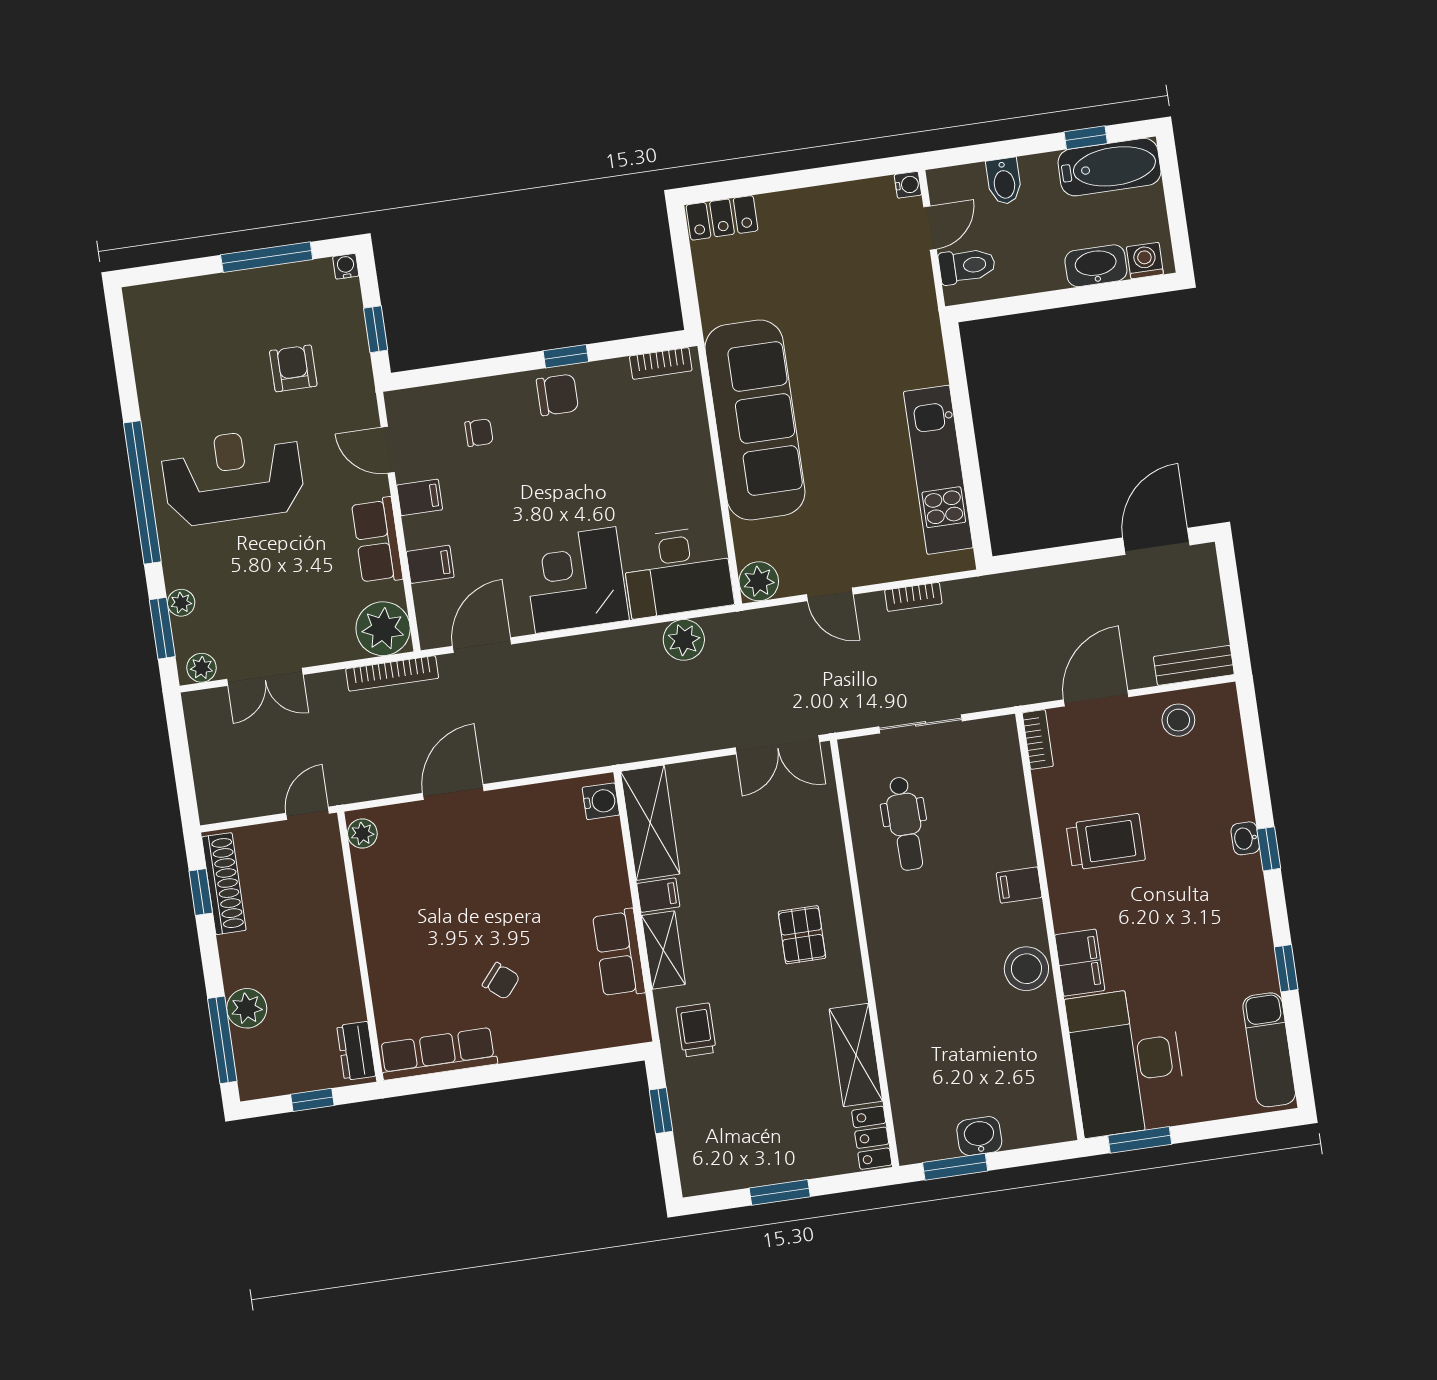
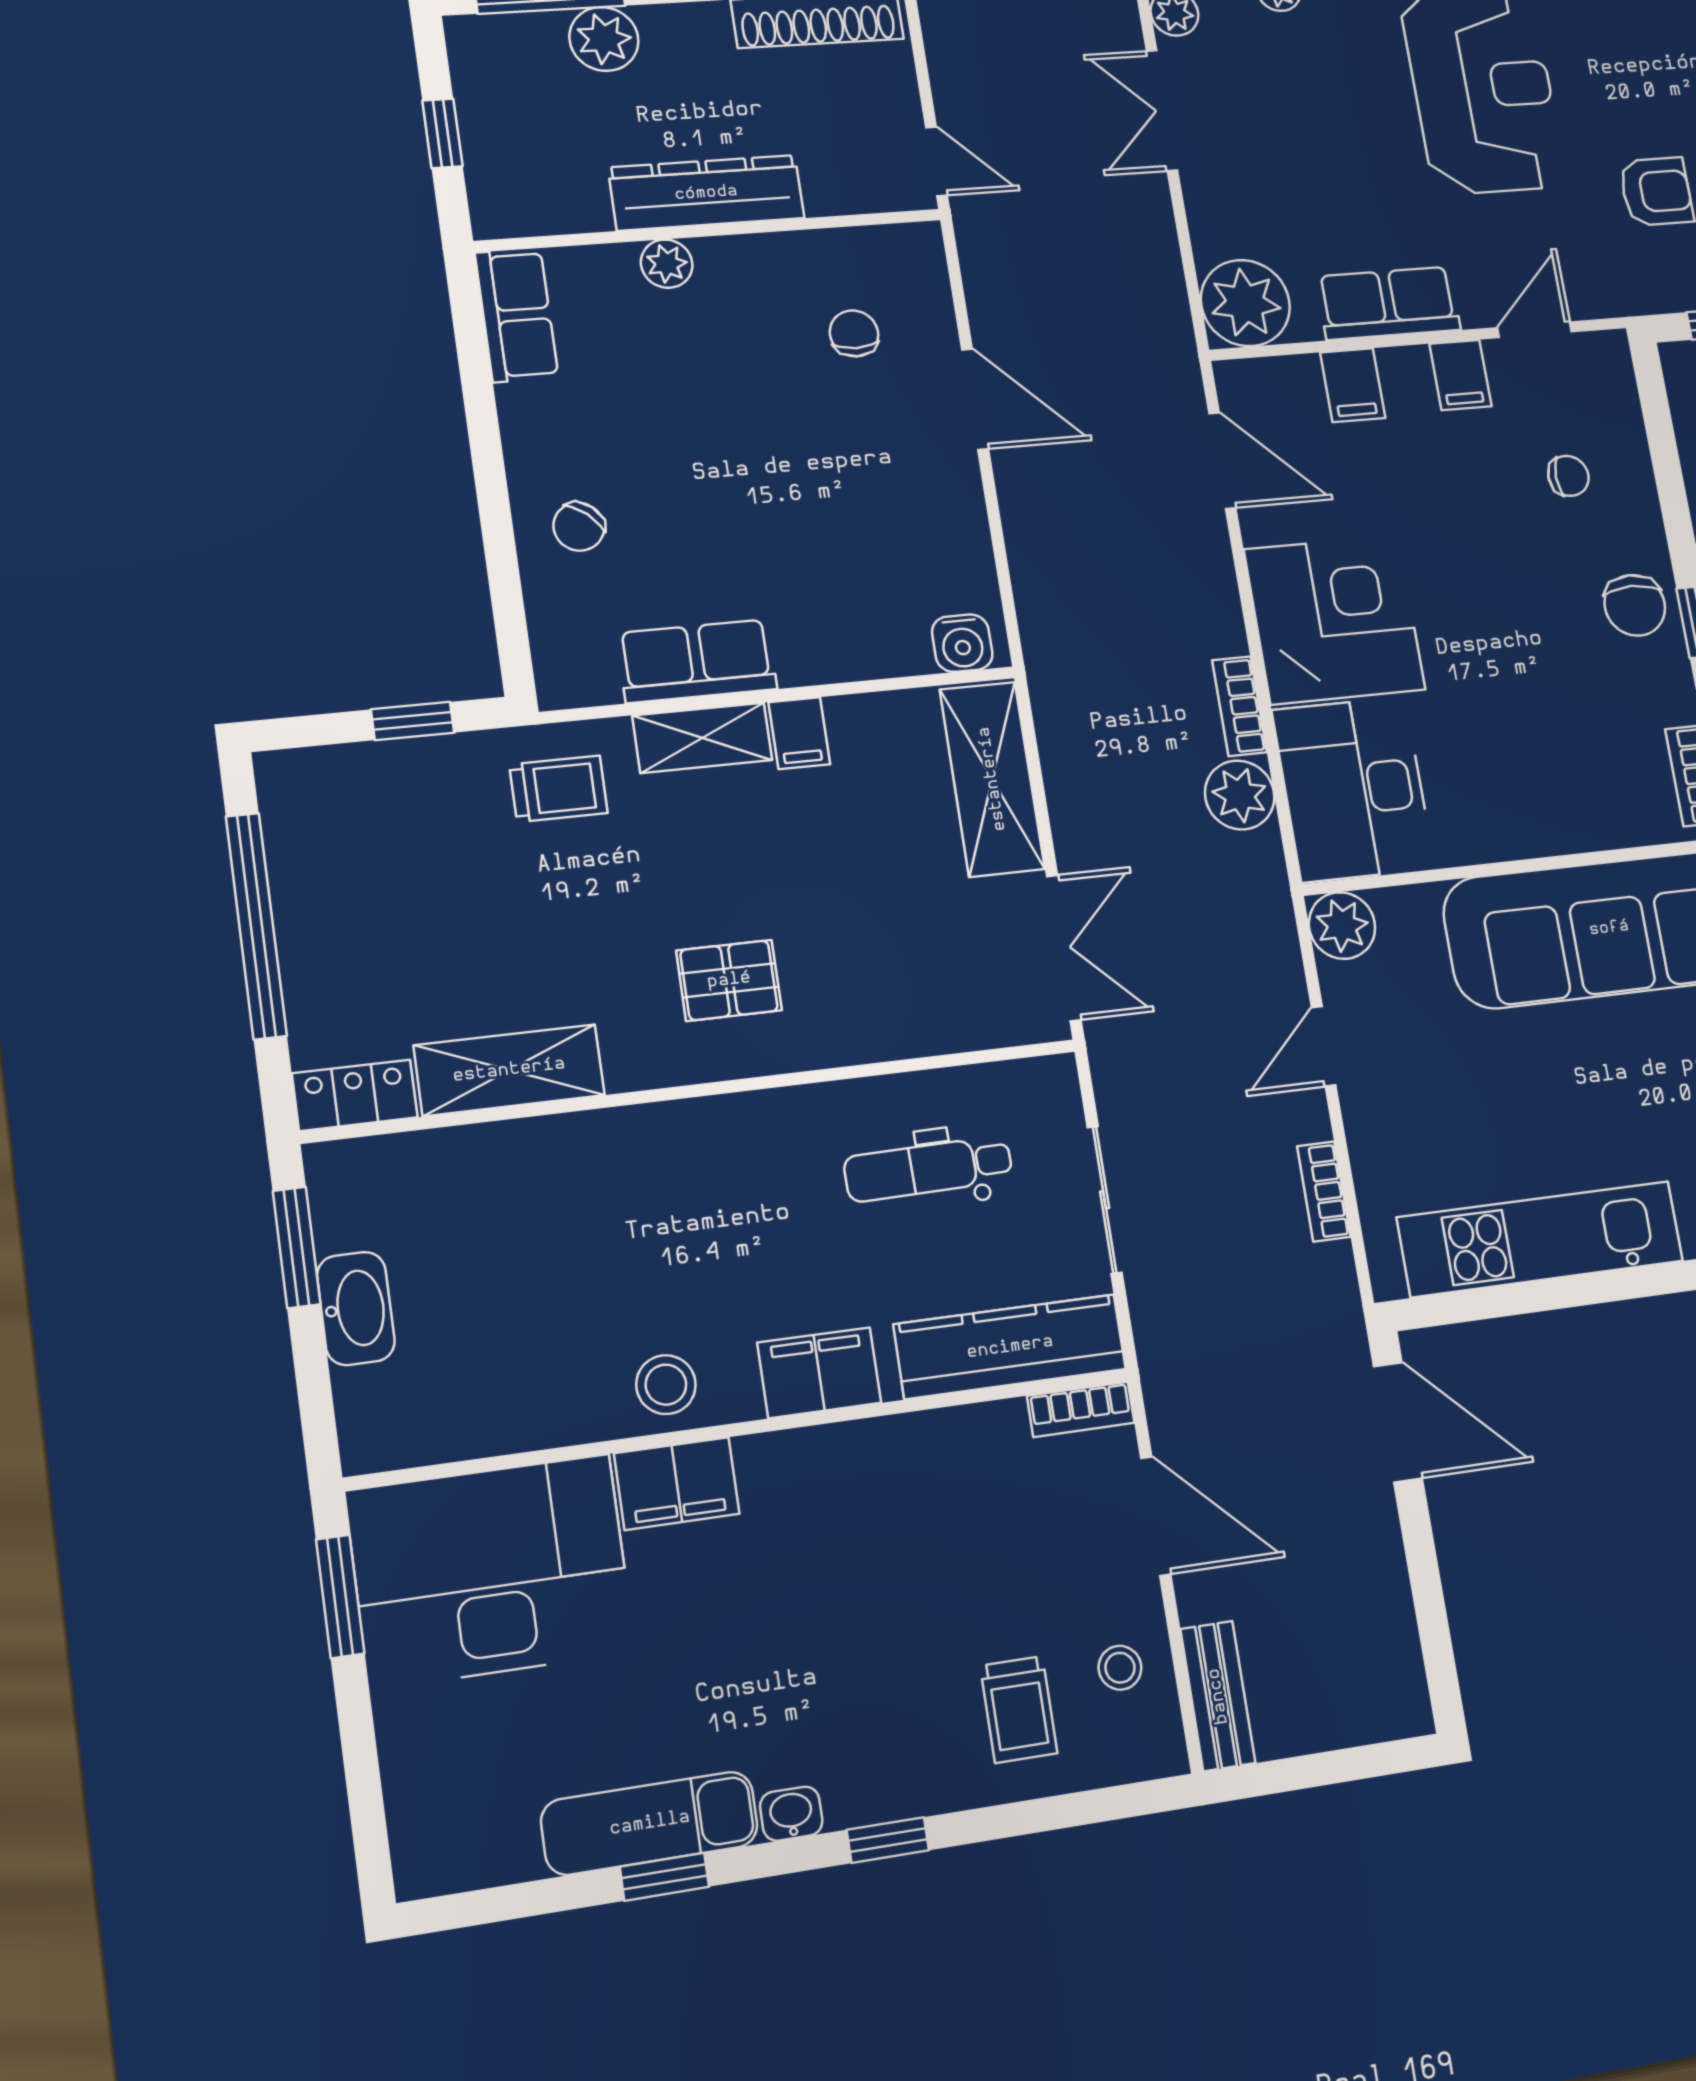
chair: (479, 433) -> (1568, 476), turned -90
door: (1156, 541) -> (1398, 1422), moved
bookcase: (392, 673) -> (1239, 706), moved, width x0.64
stool: (1178, 720) -> (1120, 1668), width x0.73, depth x0.73
double door: (777, 745) -> (1064, 948), swing flipped
kitchen counter: (1004, 779) -> (1010, 1347), added
shelving: (650, 823) -> (992, 779), moved, turned 90
plant: (362, 834) -> (667, 264), moved
washbasin: (1245, 838) -> (791, 1814), moved
trolley: (1106, 842) -> (1019, 1709), moved, width x0.73, depth x0.72
chair: (418, 863) -> (854, 333), added
filing cabinet: (1019, 885) -> (819, 1373), width x2.00
stool: (1026, 969) -> (666, 1385), width x0.73, depth x0.73
chair: (501, 981) -> (579, 527), moved
exam couch: (1269, 1050) -> (650, 1823), moved
dresser: (356, 1051) -> (706, 193), moved, width x1.96, depth x1.24
row of seats: (438, 1054) -> (517, 315), width x0.68
washbasin: (979, 1136) -> (356, 1308), width x1.38
window: (780, 1192) -> (256, 926), width x2.11

